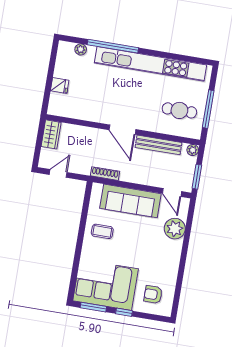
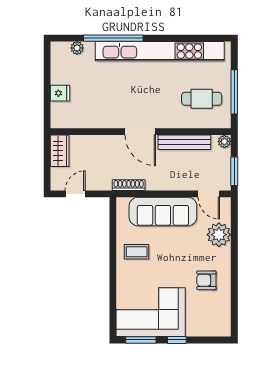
armchair: (153, 295) -> (206, 280), moved

